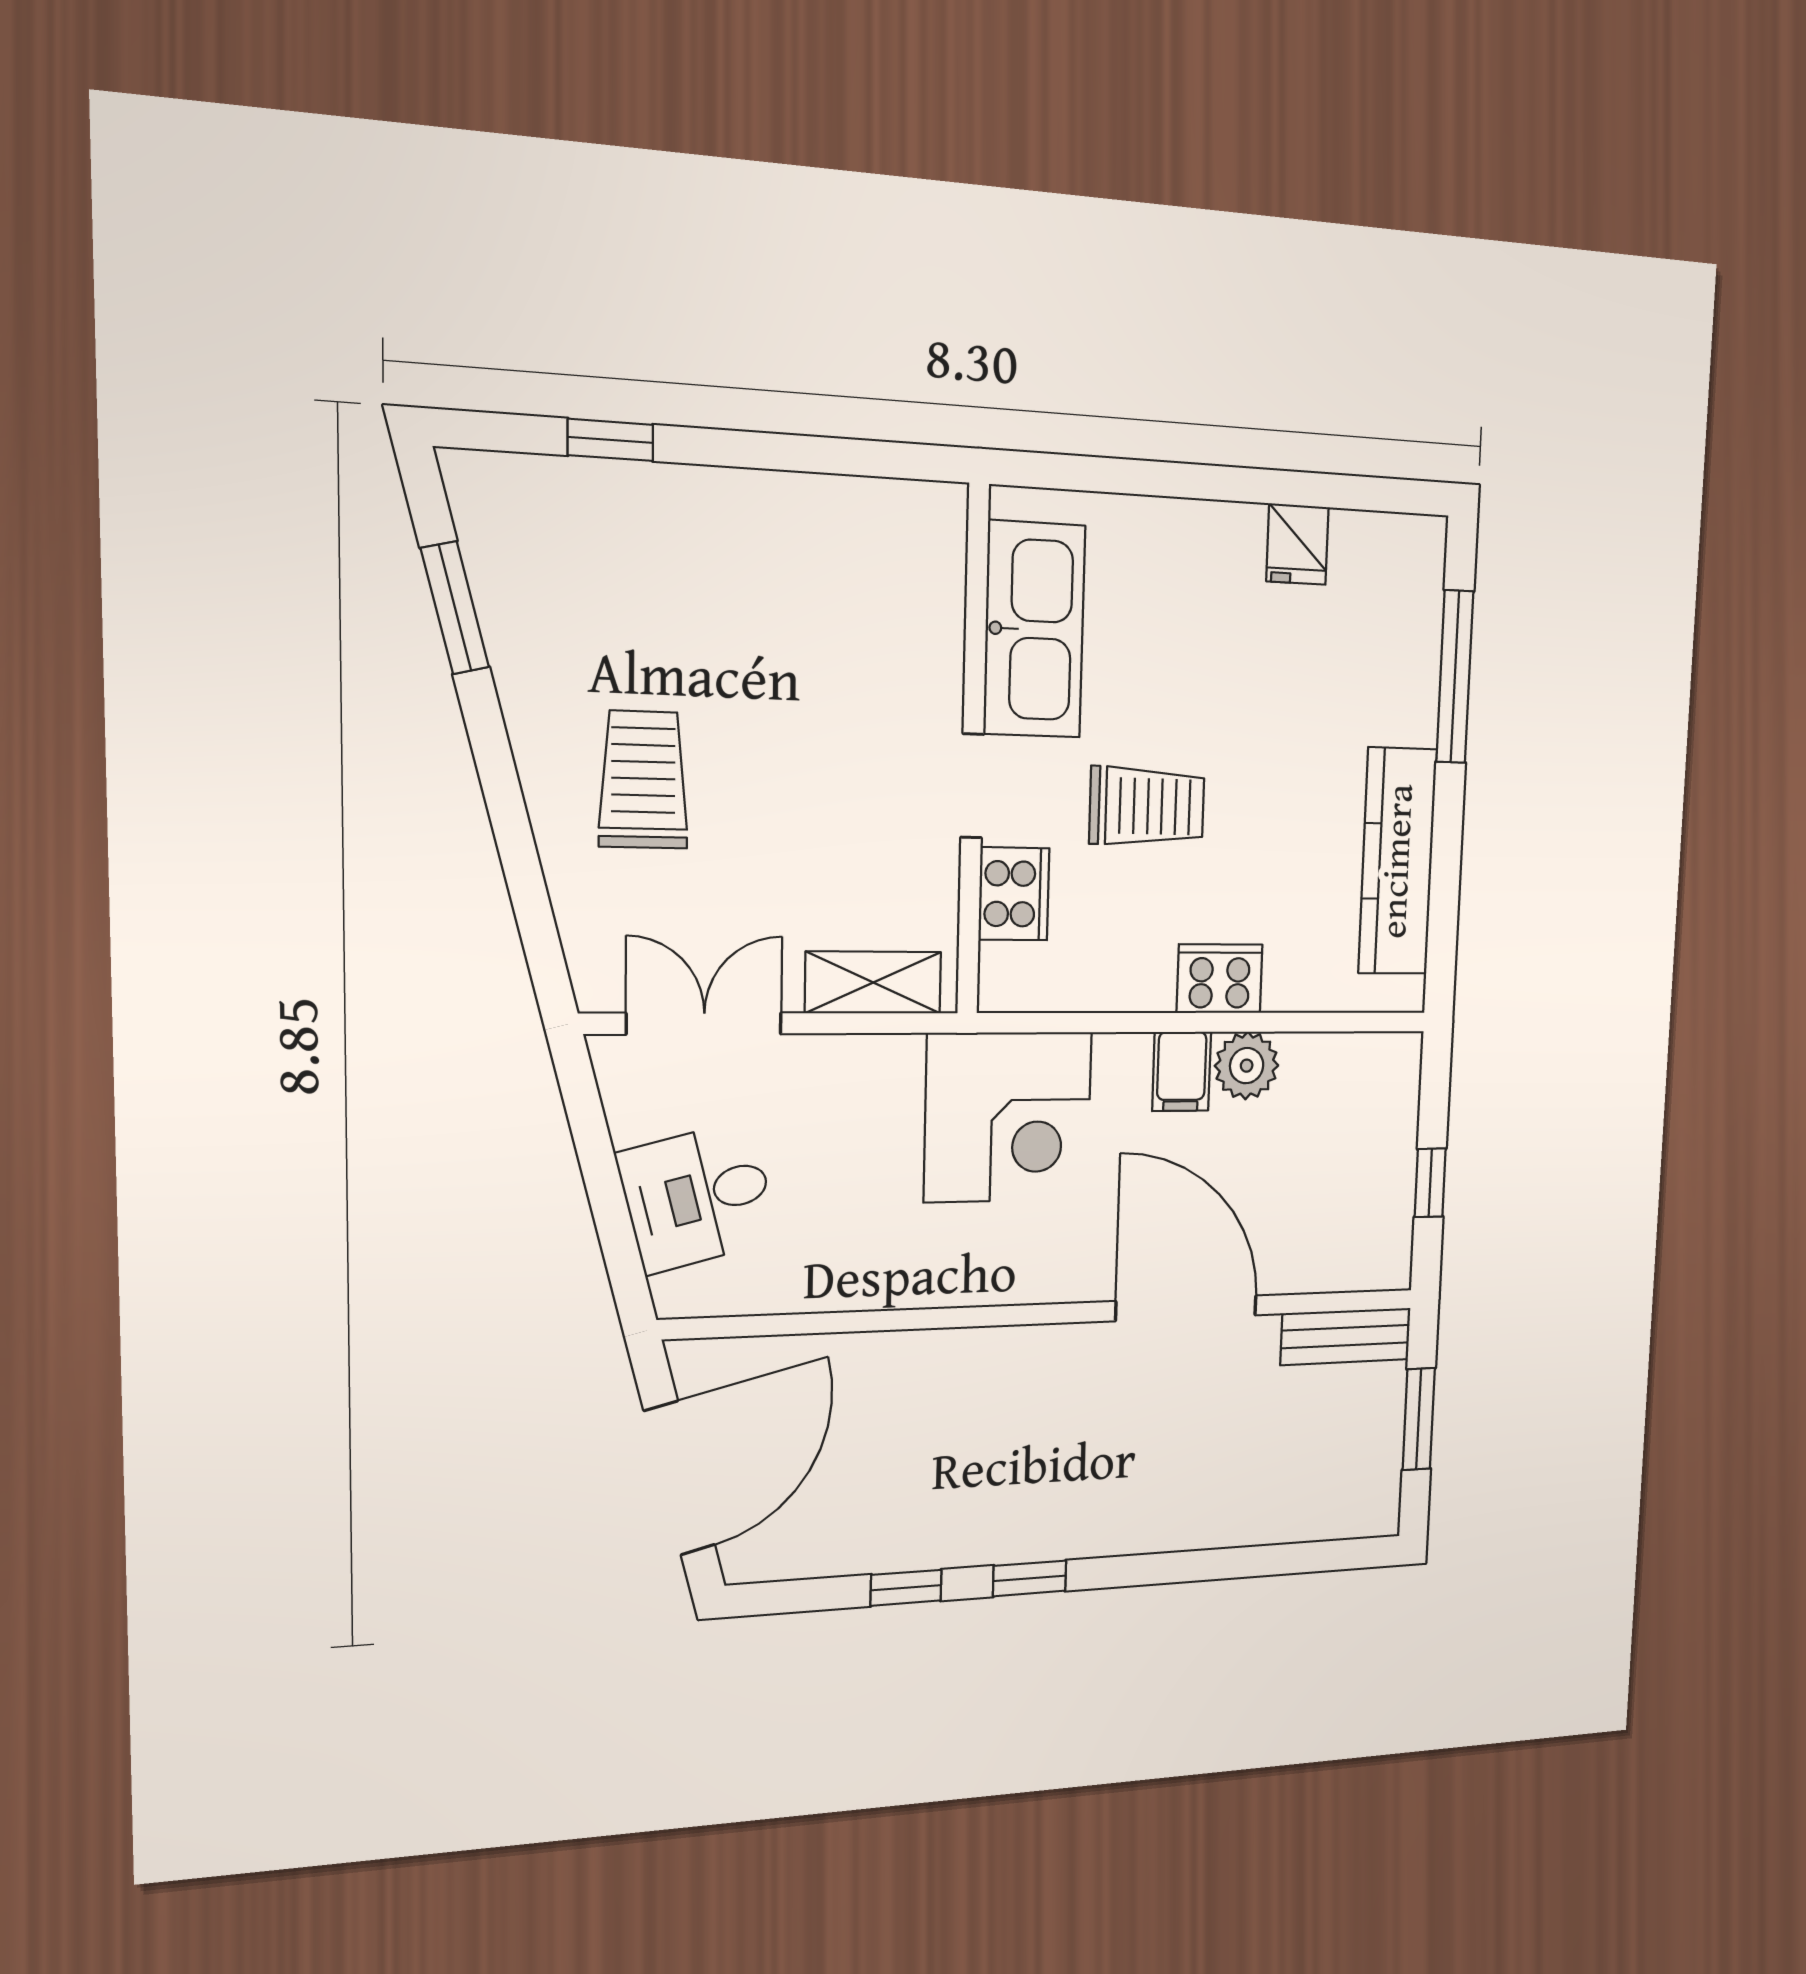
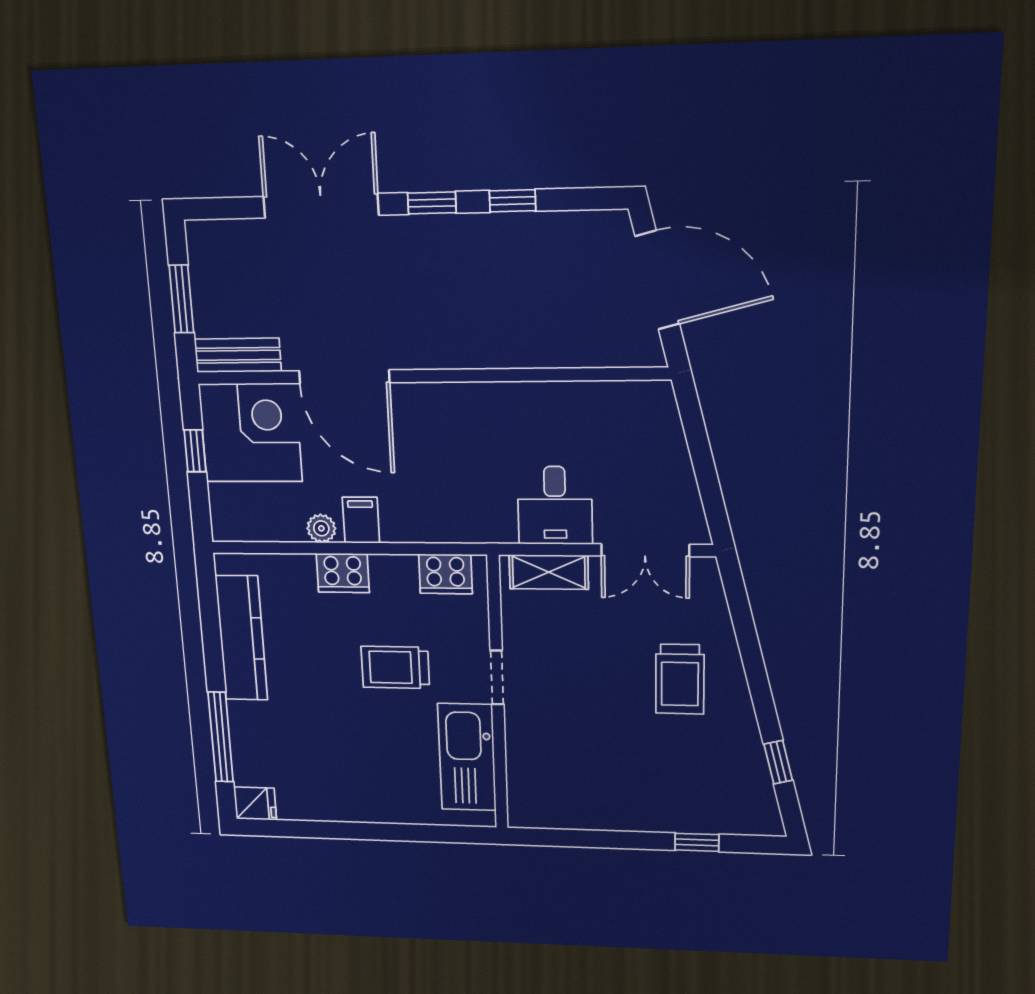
fridge: (1297, 544) -> (255, 804), moved, turned 90
window: (455, 608) -> (778, 762), width x0.67
cooker: (1014, 894) -> (445, 574), moved, turned -90
plant: (1247, 1066) -> (321, 528), width x0.73, depth x0.73
corner desk: (1008, 1117) -> (251, 433), moved, turned 90
desk: (698, 1197) -> (555, 506), moved, turned 104
door: (679, 1478) -> (657, 280), swing flipped
double door: (1196, 1566) -> (321, 206), added

